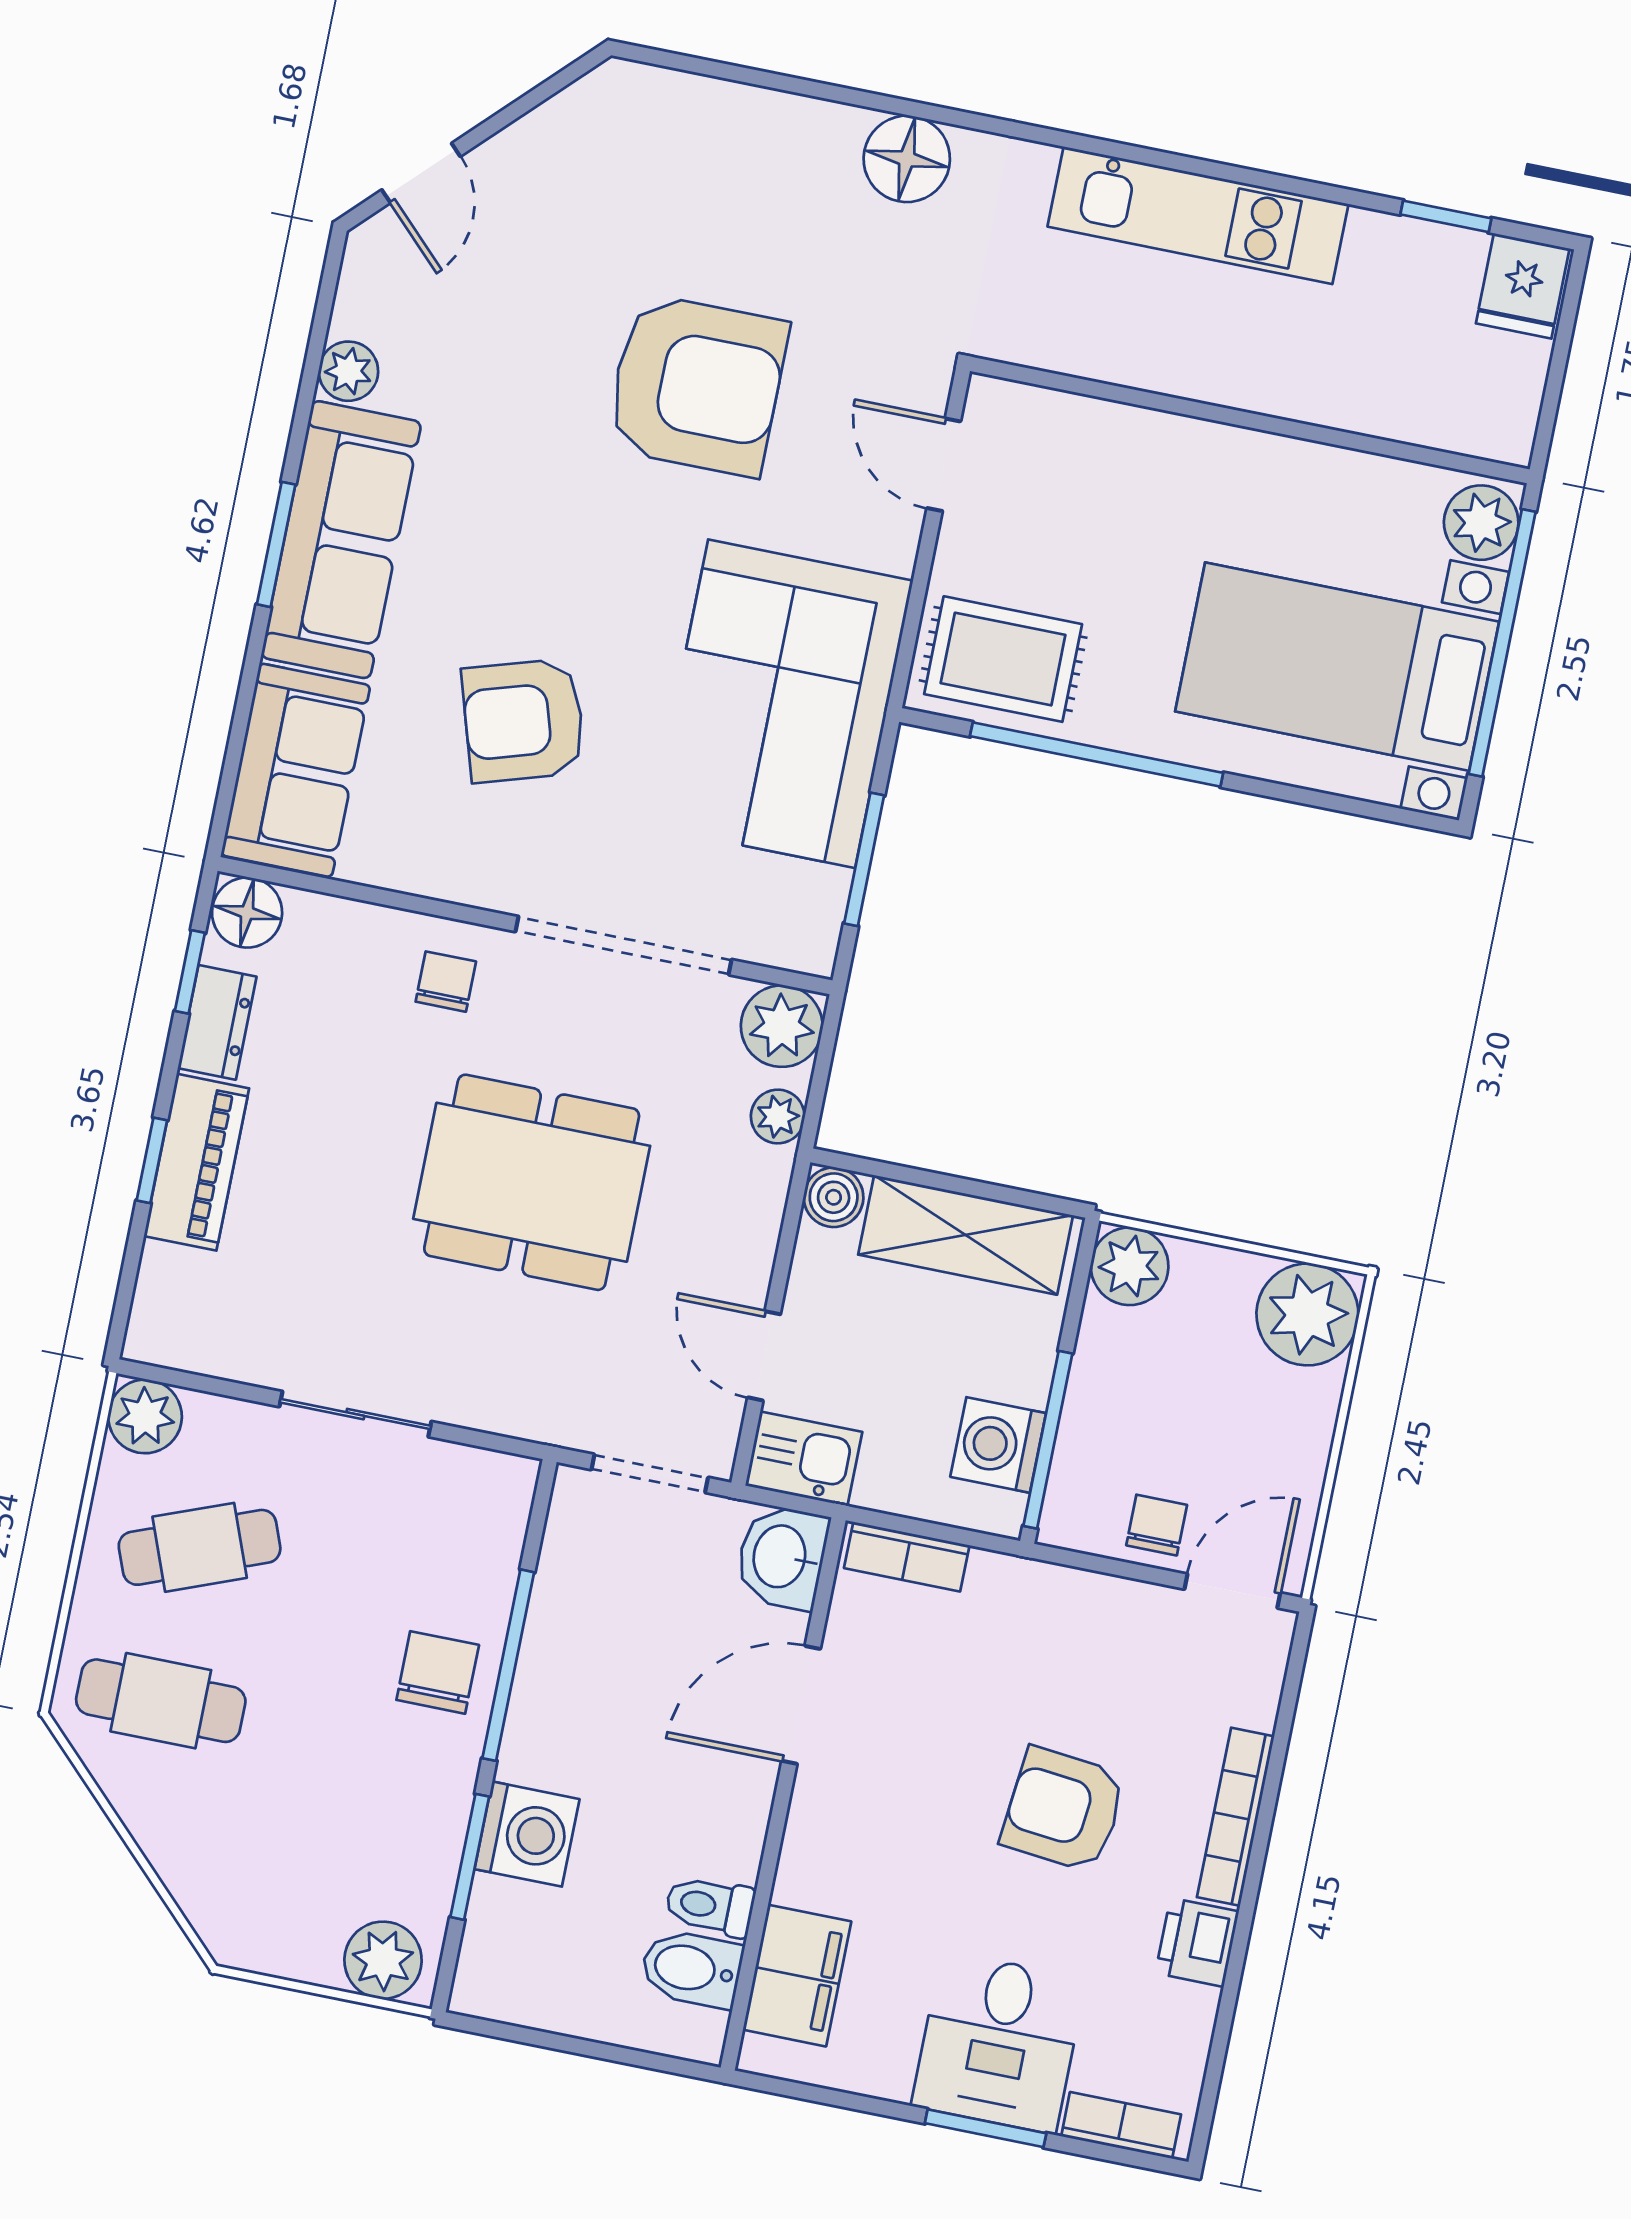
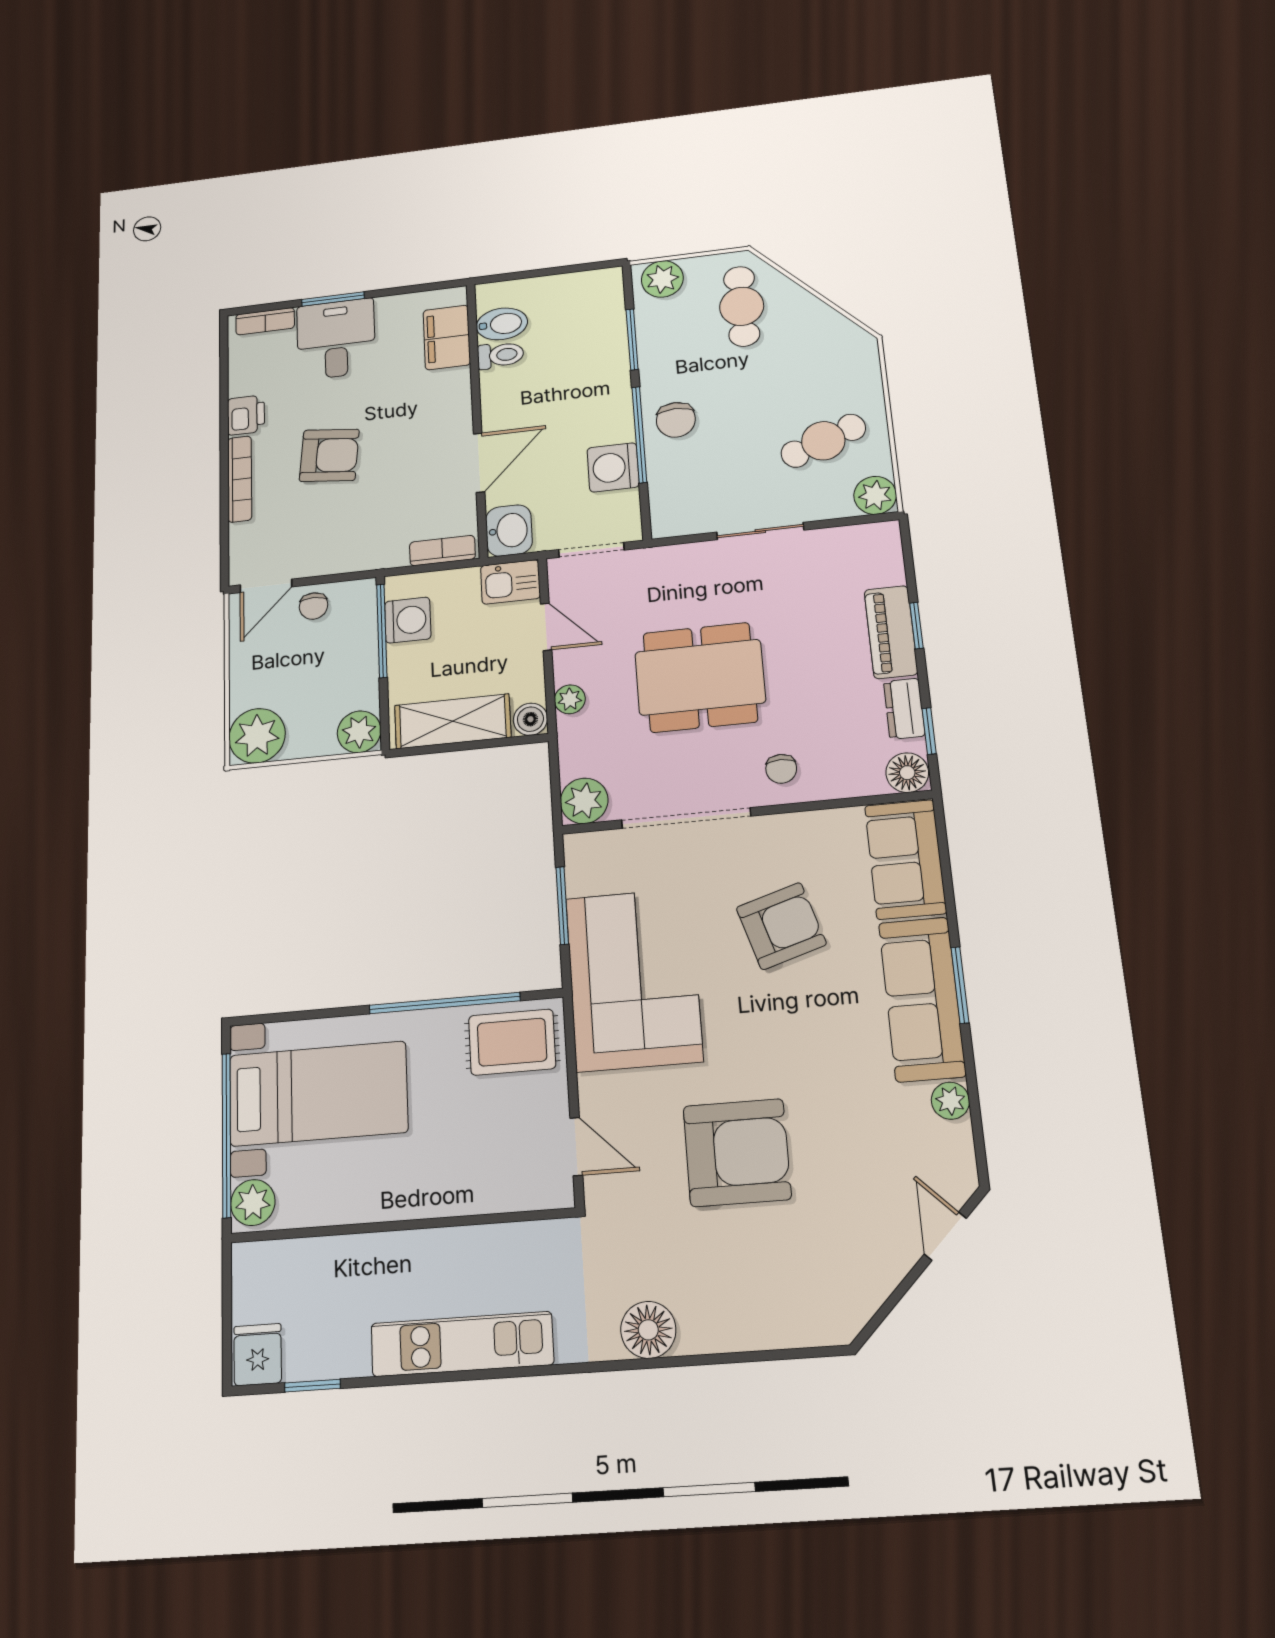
armchair: (697, 385) -> (737, 1153), turned 180
plant: (778, 1116) -> (570, 699), moved
cafe table: (161, 1701) -> (742, 306), moved, turned 90
washing machine: (527, 1834) -> (613, 467), moved

